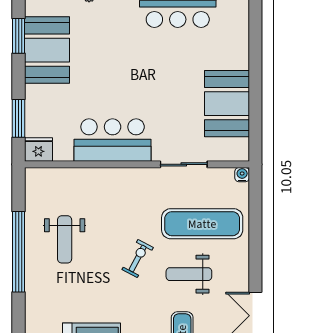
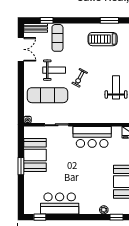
window: (255, 81) -> (21, 166), added

